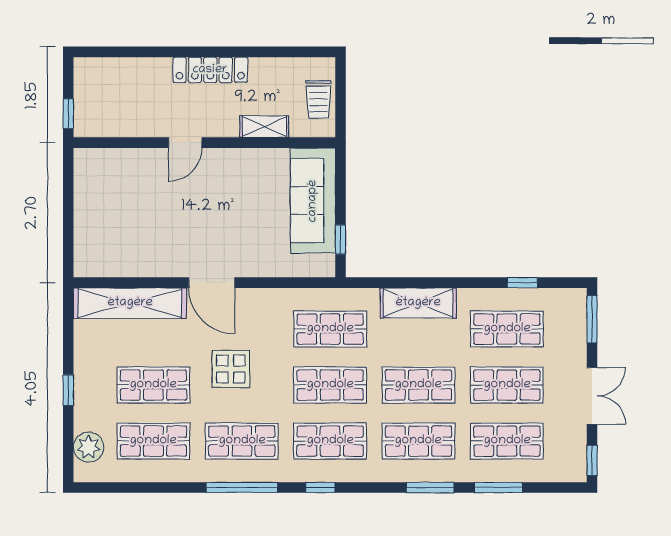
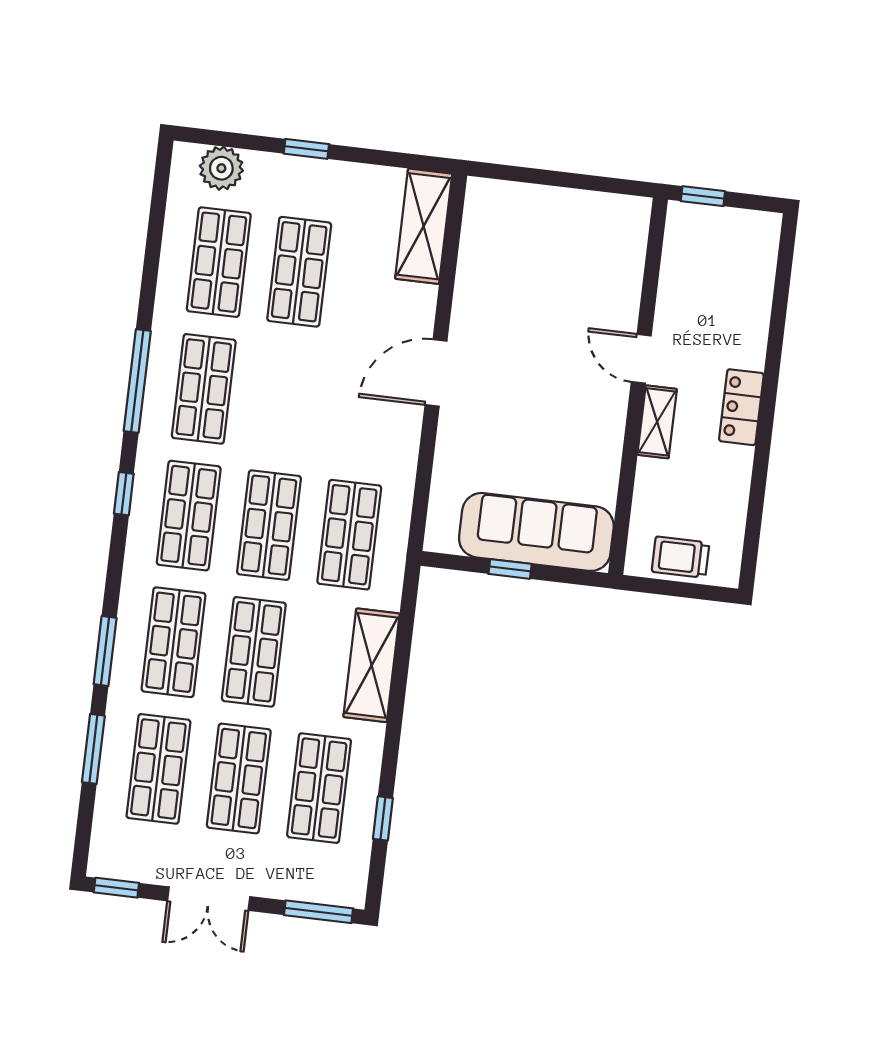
locker: (210, 70) -> (741, 407), width x0.66
shelving: (264, 127) -> (657, 422), moved
window: (341, 240) -> (510, 569), moved
shelving: (130, 303) -> (424, 226), width x0.68
display table: (231, 369) -> (309, 385), removed

